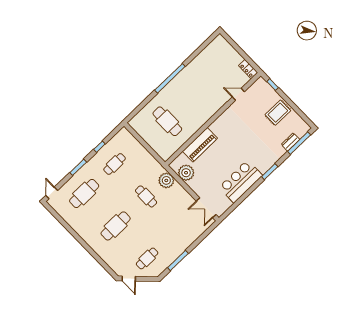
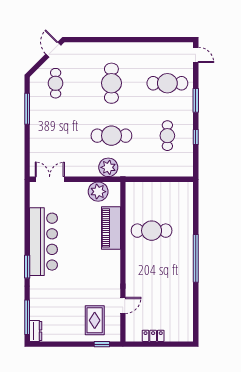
locker: (248, 69) -> (153, 336), moved
rug: (278, 113) -> (95, 320), moved
cafe table: (167, 121) -> (152, 231), moved
dresser: (290, 142) -> (36, 331), moved
bar counter: (241, 181) -> (43, 242), width x1.36
cafe table: (84, 193) -> (167, 83), turned 90
cafe table: (146, 196) -> (111, 136), width x1.37, depth x1.35
door: (129, 279) -> (53, 50), hinge flipped

